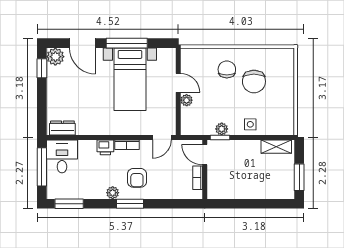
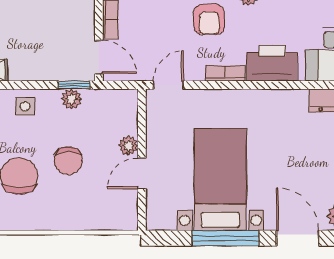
chair: (227, 69) -> (68, 161), moved
door: (178, 83) -> (142, 174), hinge flipped
printer: (105, 147) -> (272, 63), width x1.87, depth x1.48
armchair: (137, 178) -> (209, 19), turned 180

